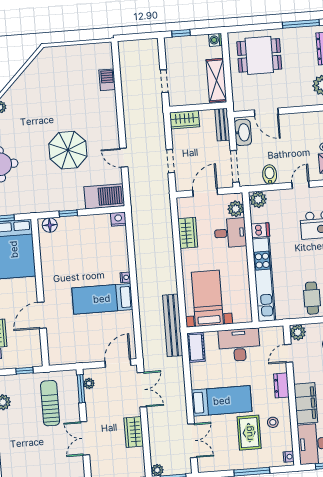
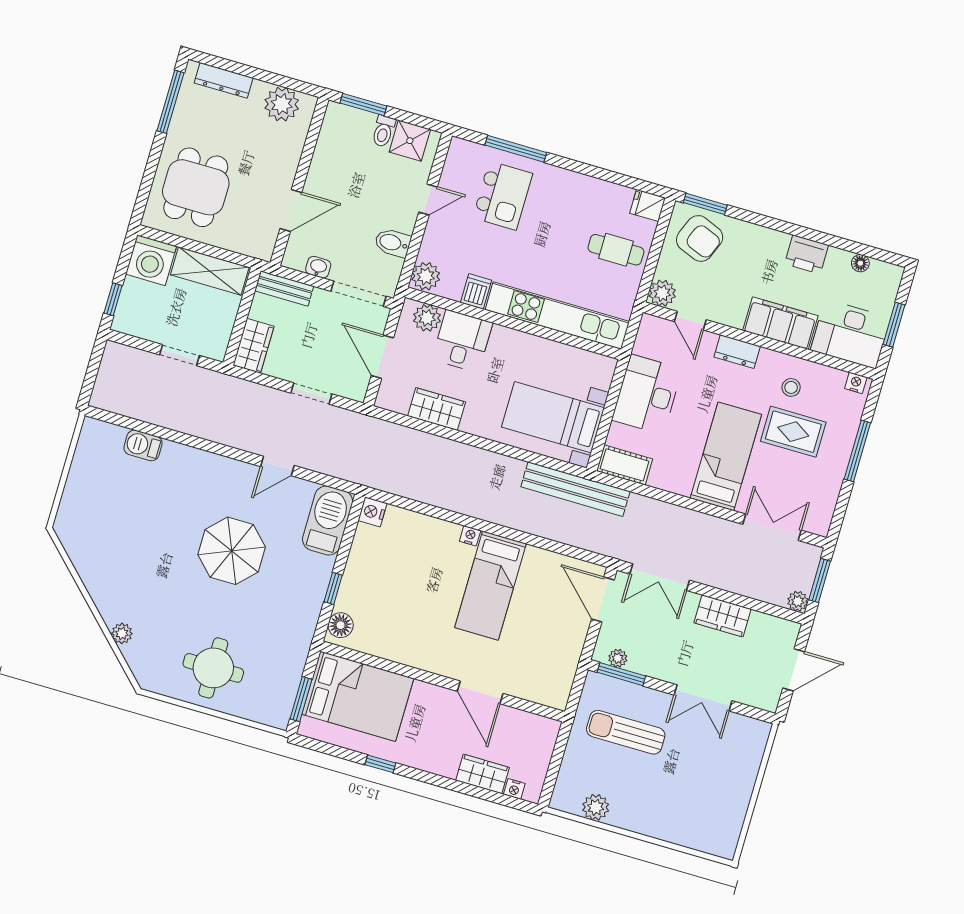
washing machine: (215, 40) -> (151, 260), width x1.89, depth x1.89
washbasin: (243, 132) -> (318, 267), width x0.52, depth x0.69
door: (301, 185) -> (428, 200), swing flipped
window: (25, 371) -> (558, 753), removed
double door: (142, 390) -> (660, 577), swing flipped

